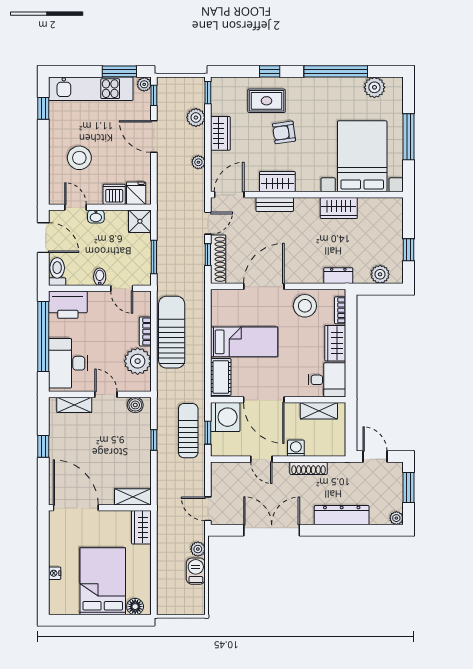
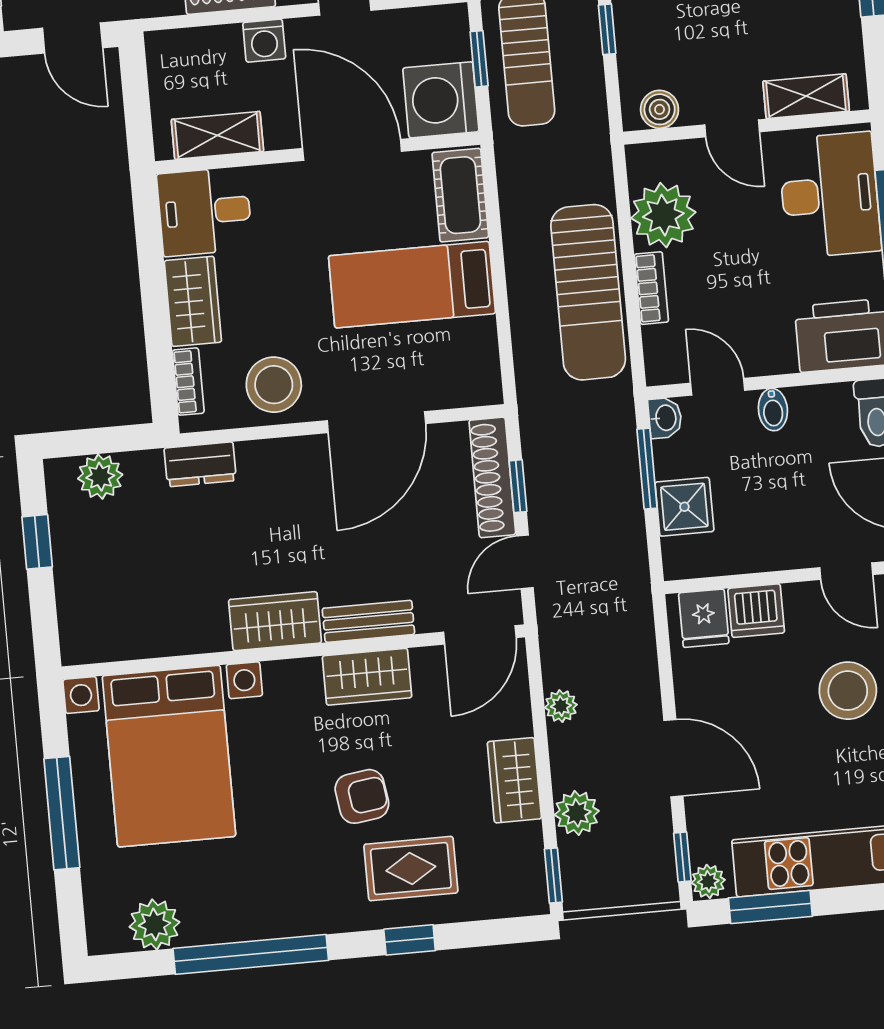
wardrobe: (339, 208) -> (275, 621), moved
washbasin: (96, 217) -> (665, 418), moved, turned 90
shower: (140, 221) -> (684, 507), moved

